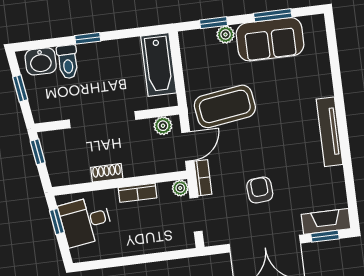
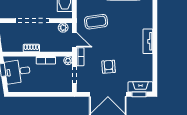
coffee table: (225, 106) -> (96, 22), width x0.73, depth x0.76
tv unit: (329, 132) -> (148, 41), width x0.71
door: (188, 147) -> (74, 40), hinge flipped

